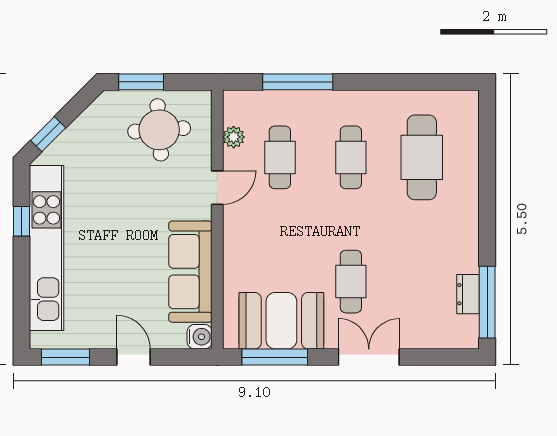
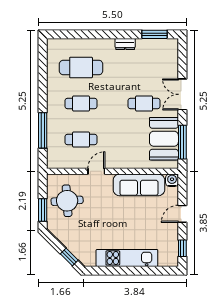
plant: (234, 137) -> (71, 163), removed
door: (217, 188) -> (96, 171), hinge flipped
window: (21, 221) -> (113, 271), removed
kitchen unit: (46, 248) -> (127, 258), width x0.73
dresser: (468, 294) -> (125, 44), moved
window: (487, 302) -> (154, 34), width x0.69
window: (66, 357) -> (182, 248), width x0.67

